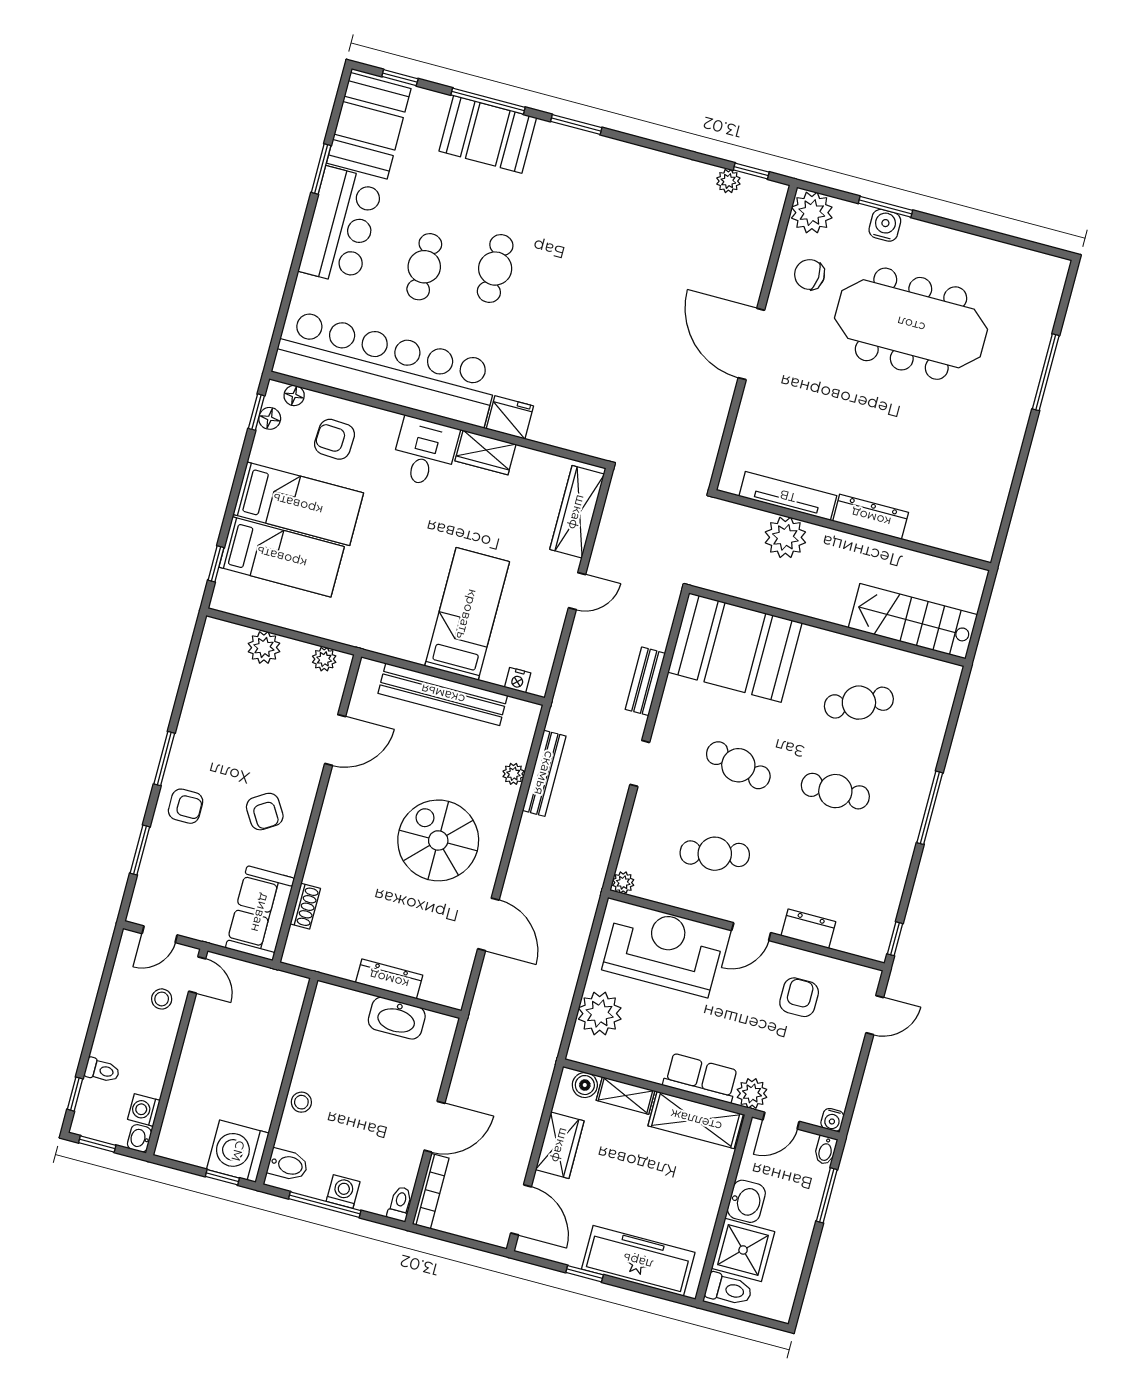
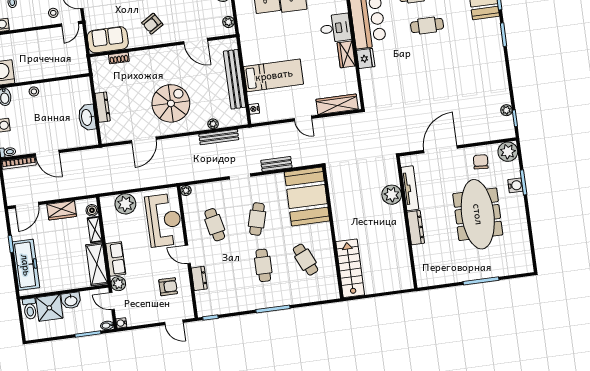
tv unit: (788, 496) -> (410, 188), moved
dresser: (871, 517) -> (416, 228), moved
wall: (853, 530) -> (407, 222), moved
plant: (785, 537) -> (392, 195), moved

